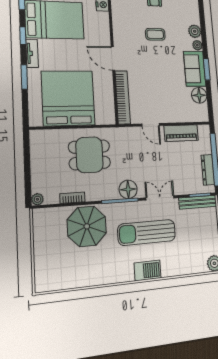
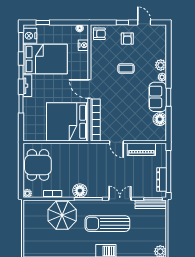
bed: (68, 98) -> (67, 122), moved, turned -90
dining table: (89, 155) -> (38, 165), moved, turned 90
floor lamp: (128, 189) -> (80, 191), moved

